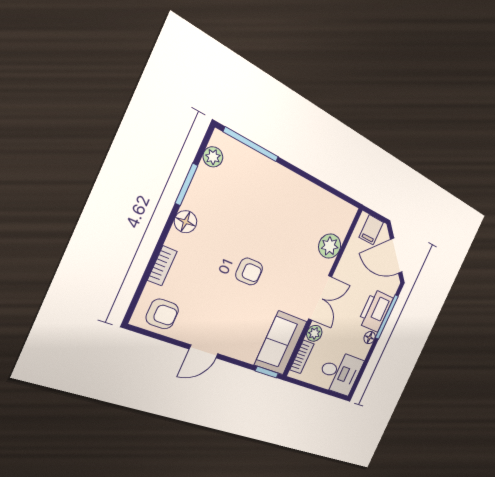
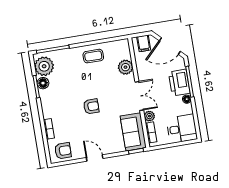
plant: (213, 157) -> (44, 66), width x1.87, depth x1.87
coffee table: (300, 199) -> (93, 56), added
floor lamp: (186, 222) -> (43, 83), moved
door: (204, 351) -> (95, 158), swing flipped

